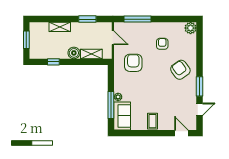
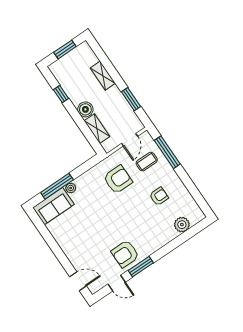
plant: (191, 28) -> (182, 225), moved
armchair: (180, 70) -> (125, 254), moved, turned -144
coffee table: (152, 121) -> (147, 162), moved
door: (181, 133) -> (78, 281), hinge flipped

